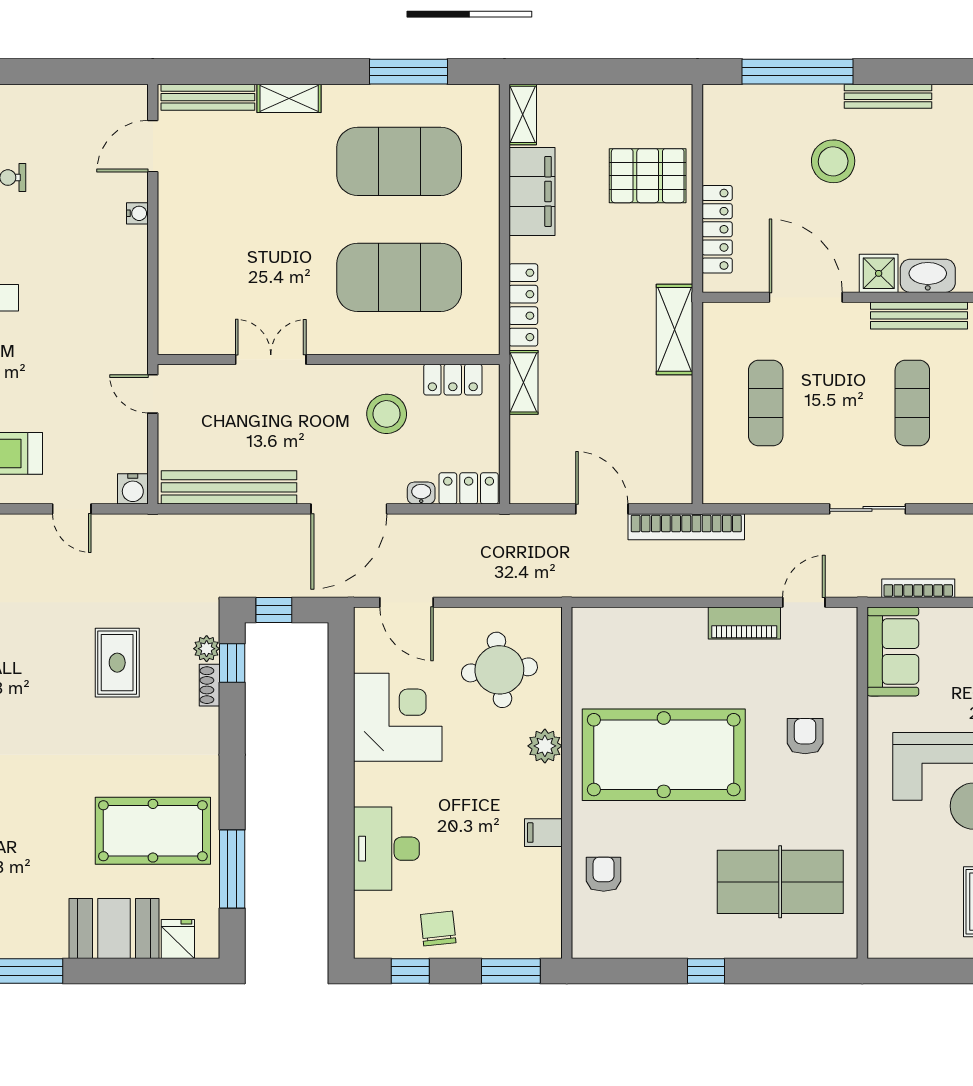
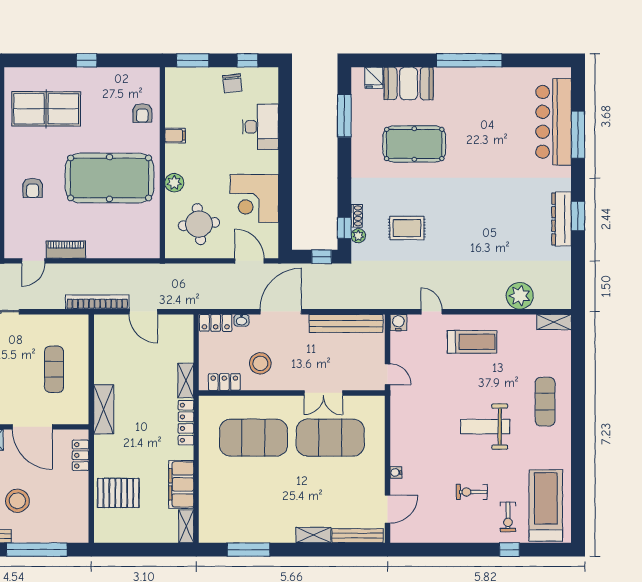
exercise mat: (399, 161) -> (330, 438), moved
locker: (717, 229) -> (81, 455), width x0.66
rug: (117, 663) -> (407, 228), turned 90
pool table: (153, 831) -> (414, 144), moved

